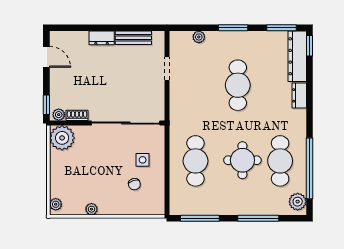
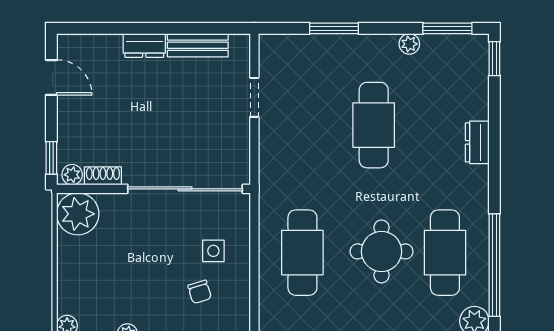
window: (233, 28) -> (334, 28), moved
plant: (199, 37) -> (409, 44), moved
dresser: (297, 56) -> (474, 76), removed

